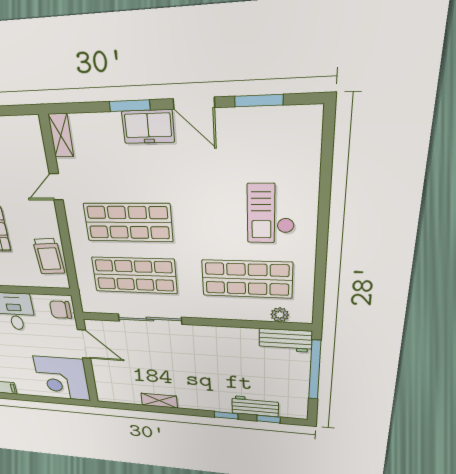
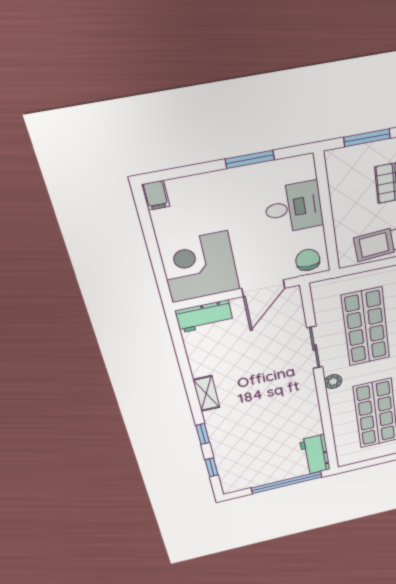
plant: (280, 315) -> (333, 381), moved
sliding door: (150, 319) -> (315, 347), width x0.73
shelving: (159, 401) -> (206, 394), moved
workbench: (255, 406) -> (204, 316), moved, turned 90

